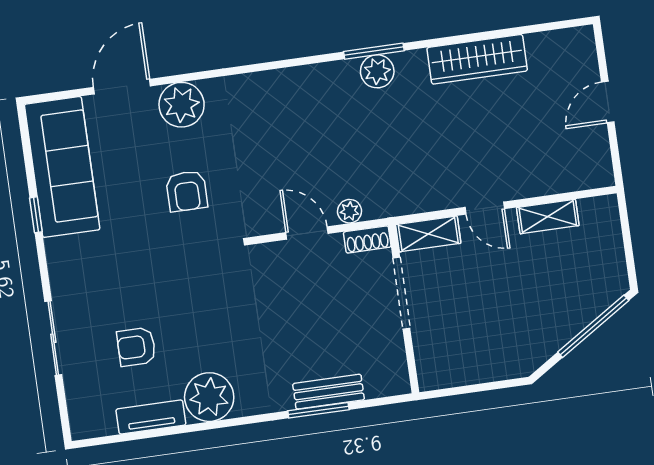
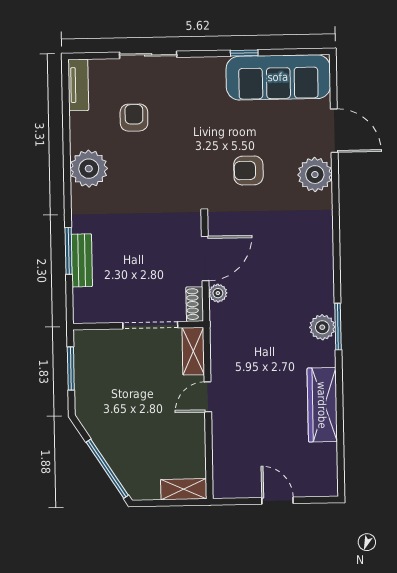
shelving: (548, 217) -> (184, 489), moved, turned 90
door: (307, 233) -> (205, 259), width x1.38
window: (470, 389) -> (71, 368), added
tv unit: (151, 417) -> (78, 85), moved

